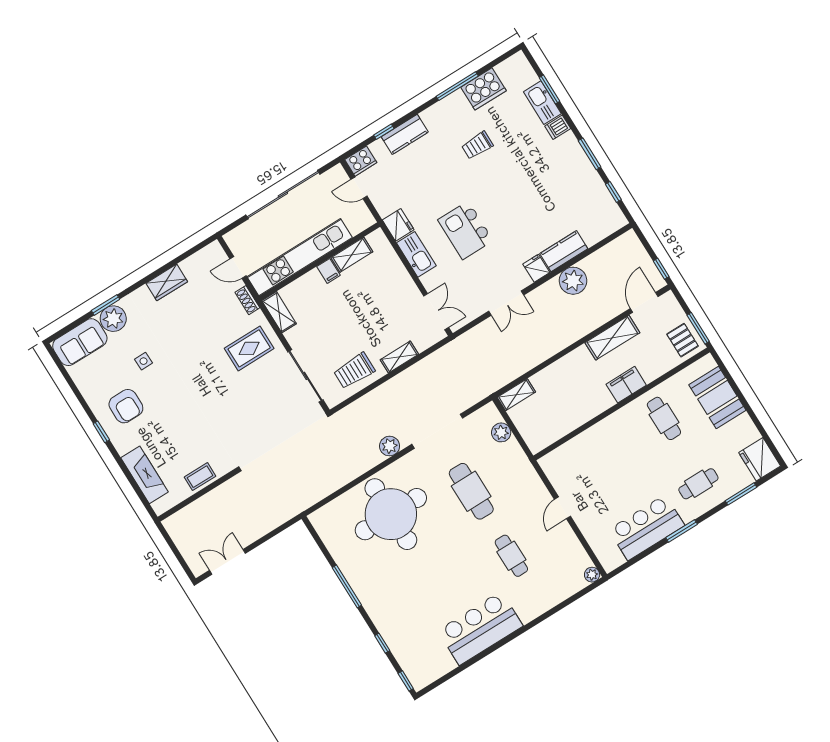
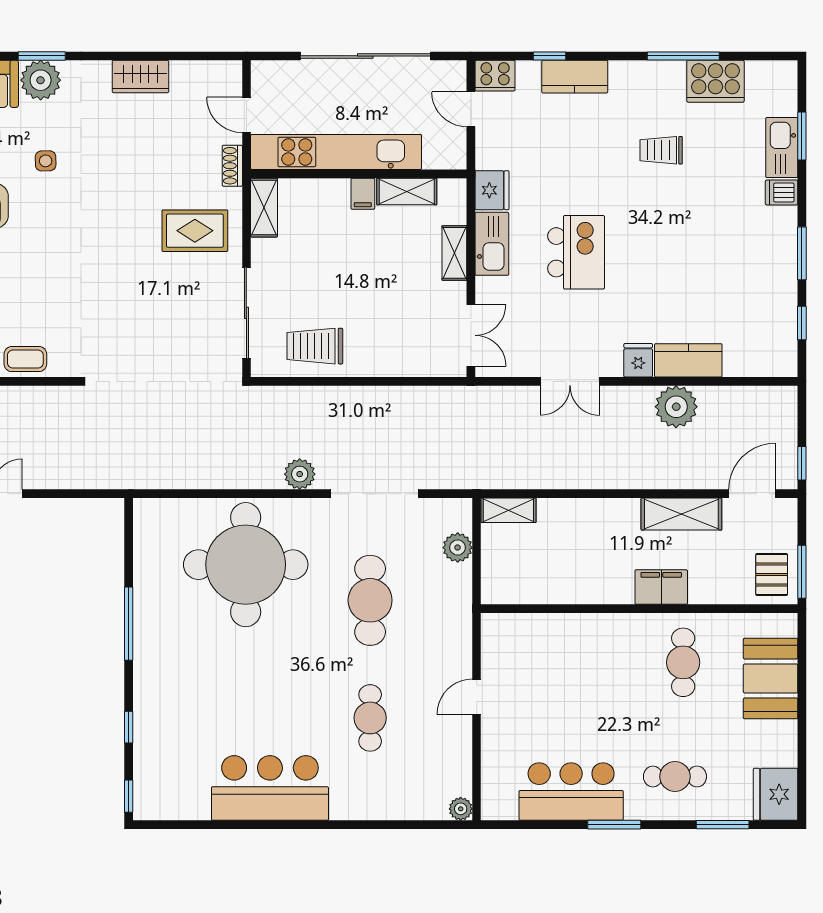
kitchen island: (465, 230) -> (576, 252), turned 180
shelving: (399, 357) -> (454, 253), moved, turned 90

